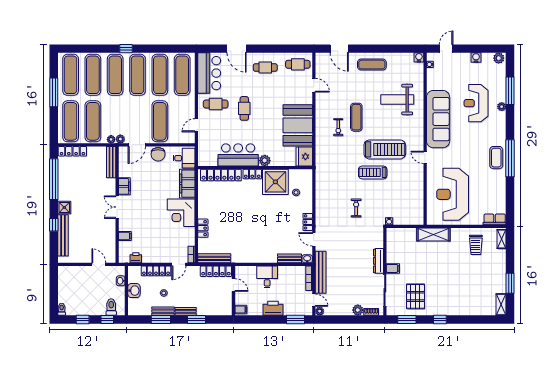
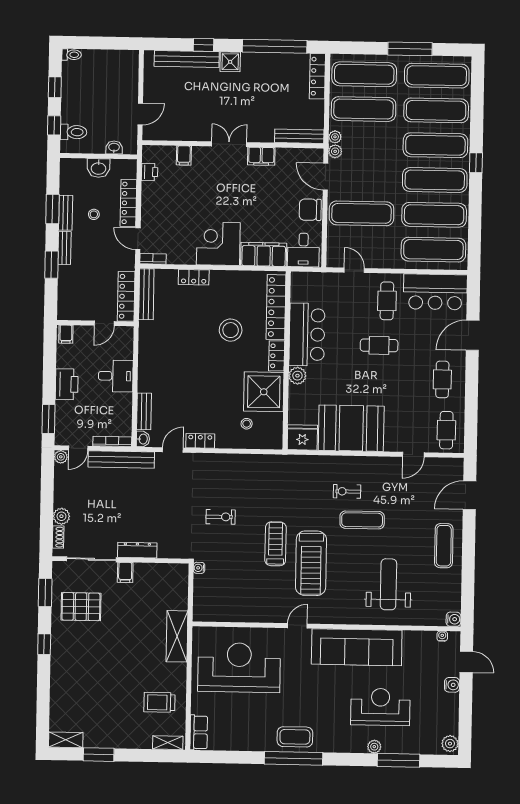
water cooler: (476, 58) -> (452, 685), moved
stool: (236, 204) -> (231, 330), added

